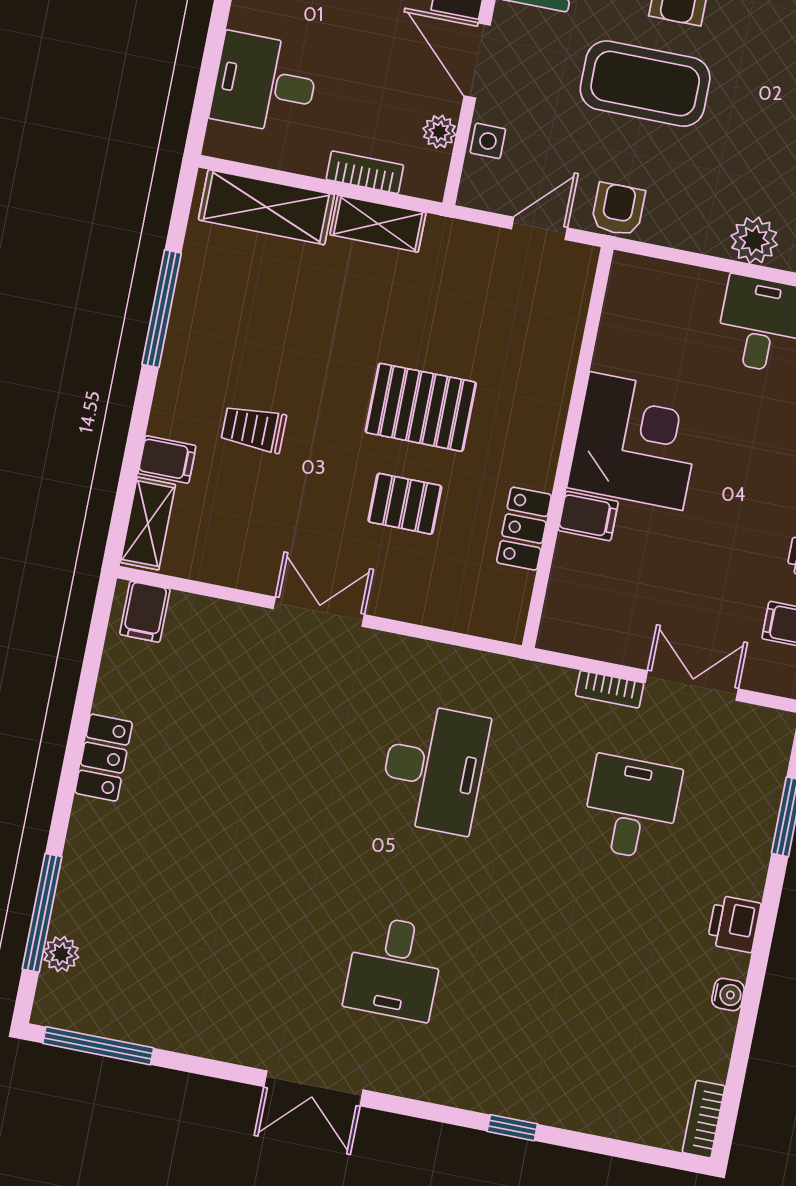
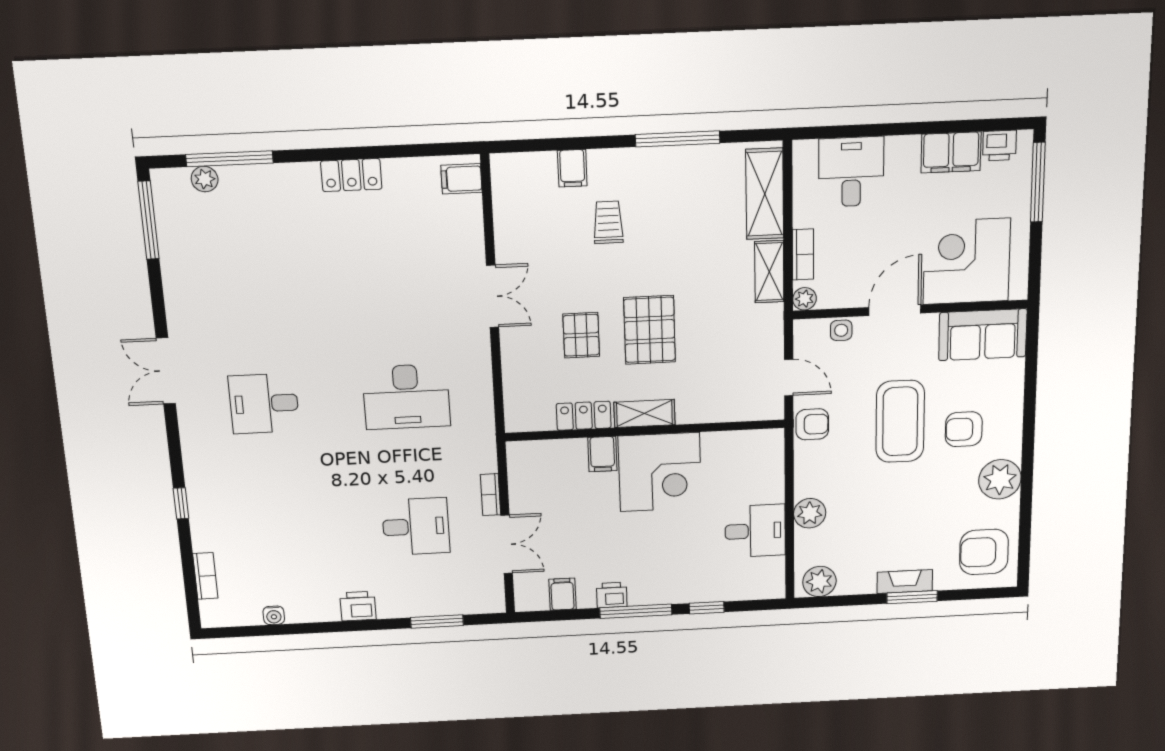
plant: (439, 132) -> (804, 299), moved
shelving: (148, 524) -> (644, 413), moved
water cooler: (728, 994) -> (274, 615), moved
bookcase: (704, 1119) -> (205, 576), moved, turned 90

